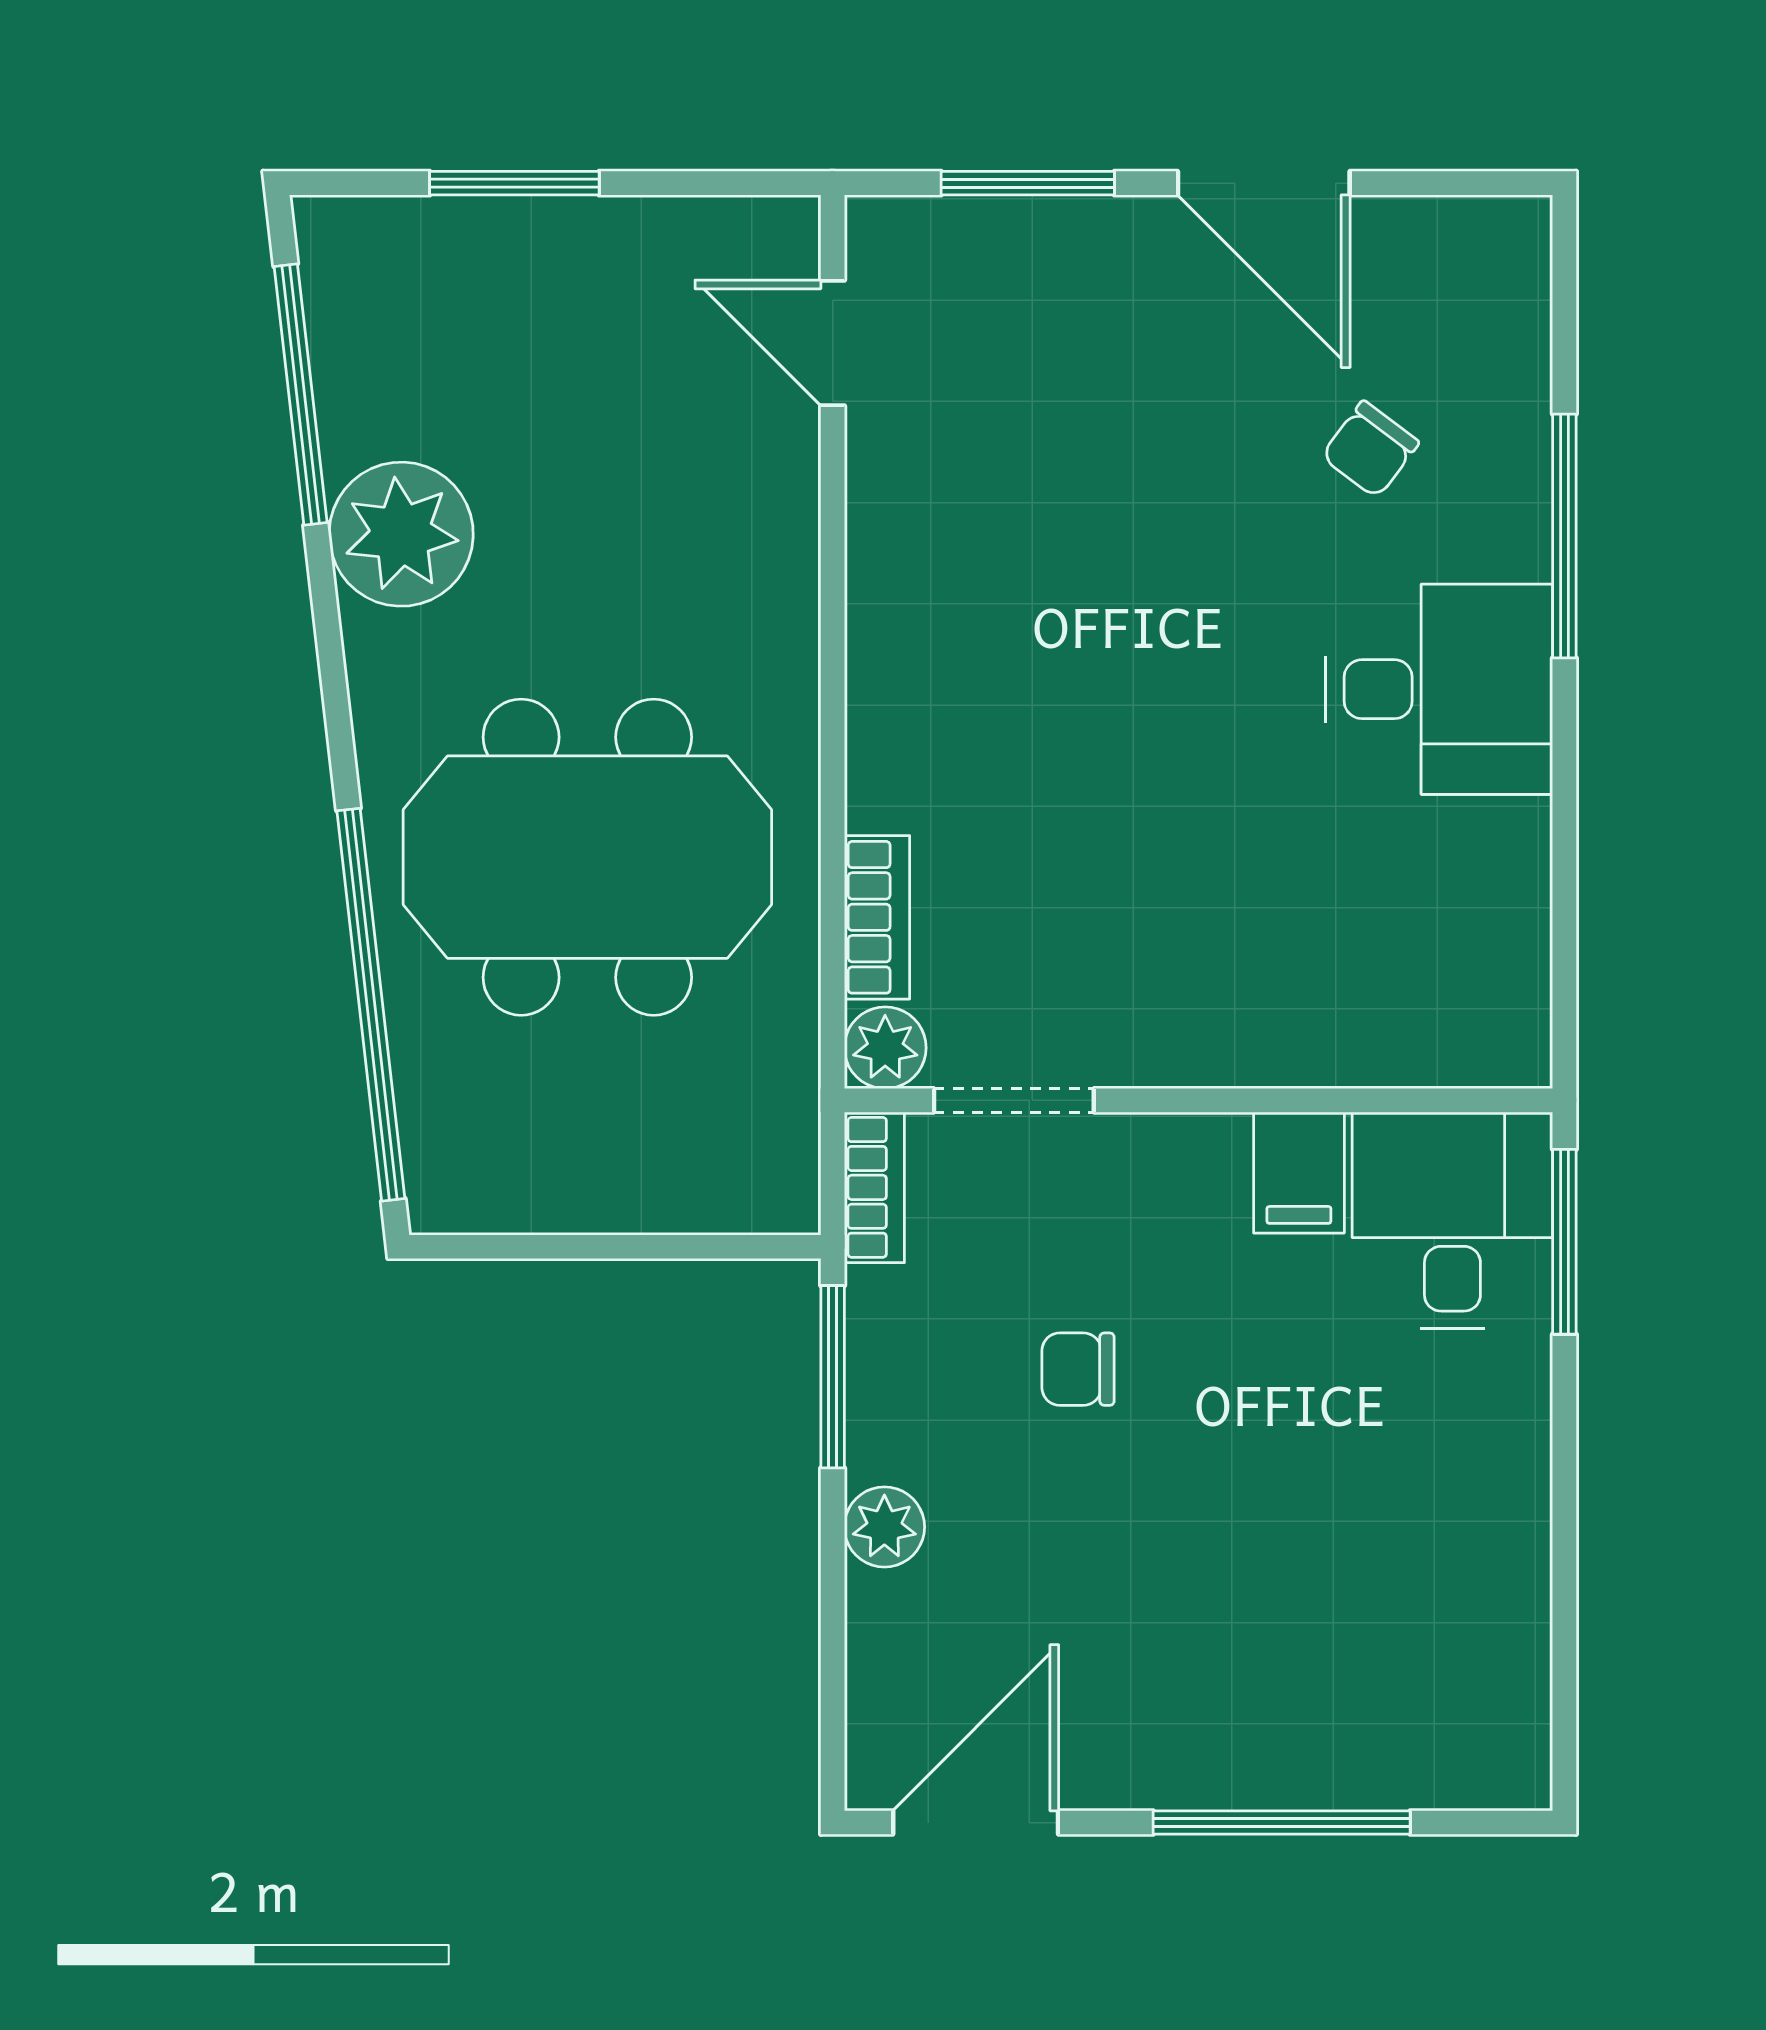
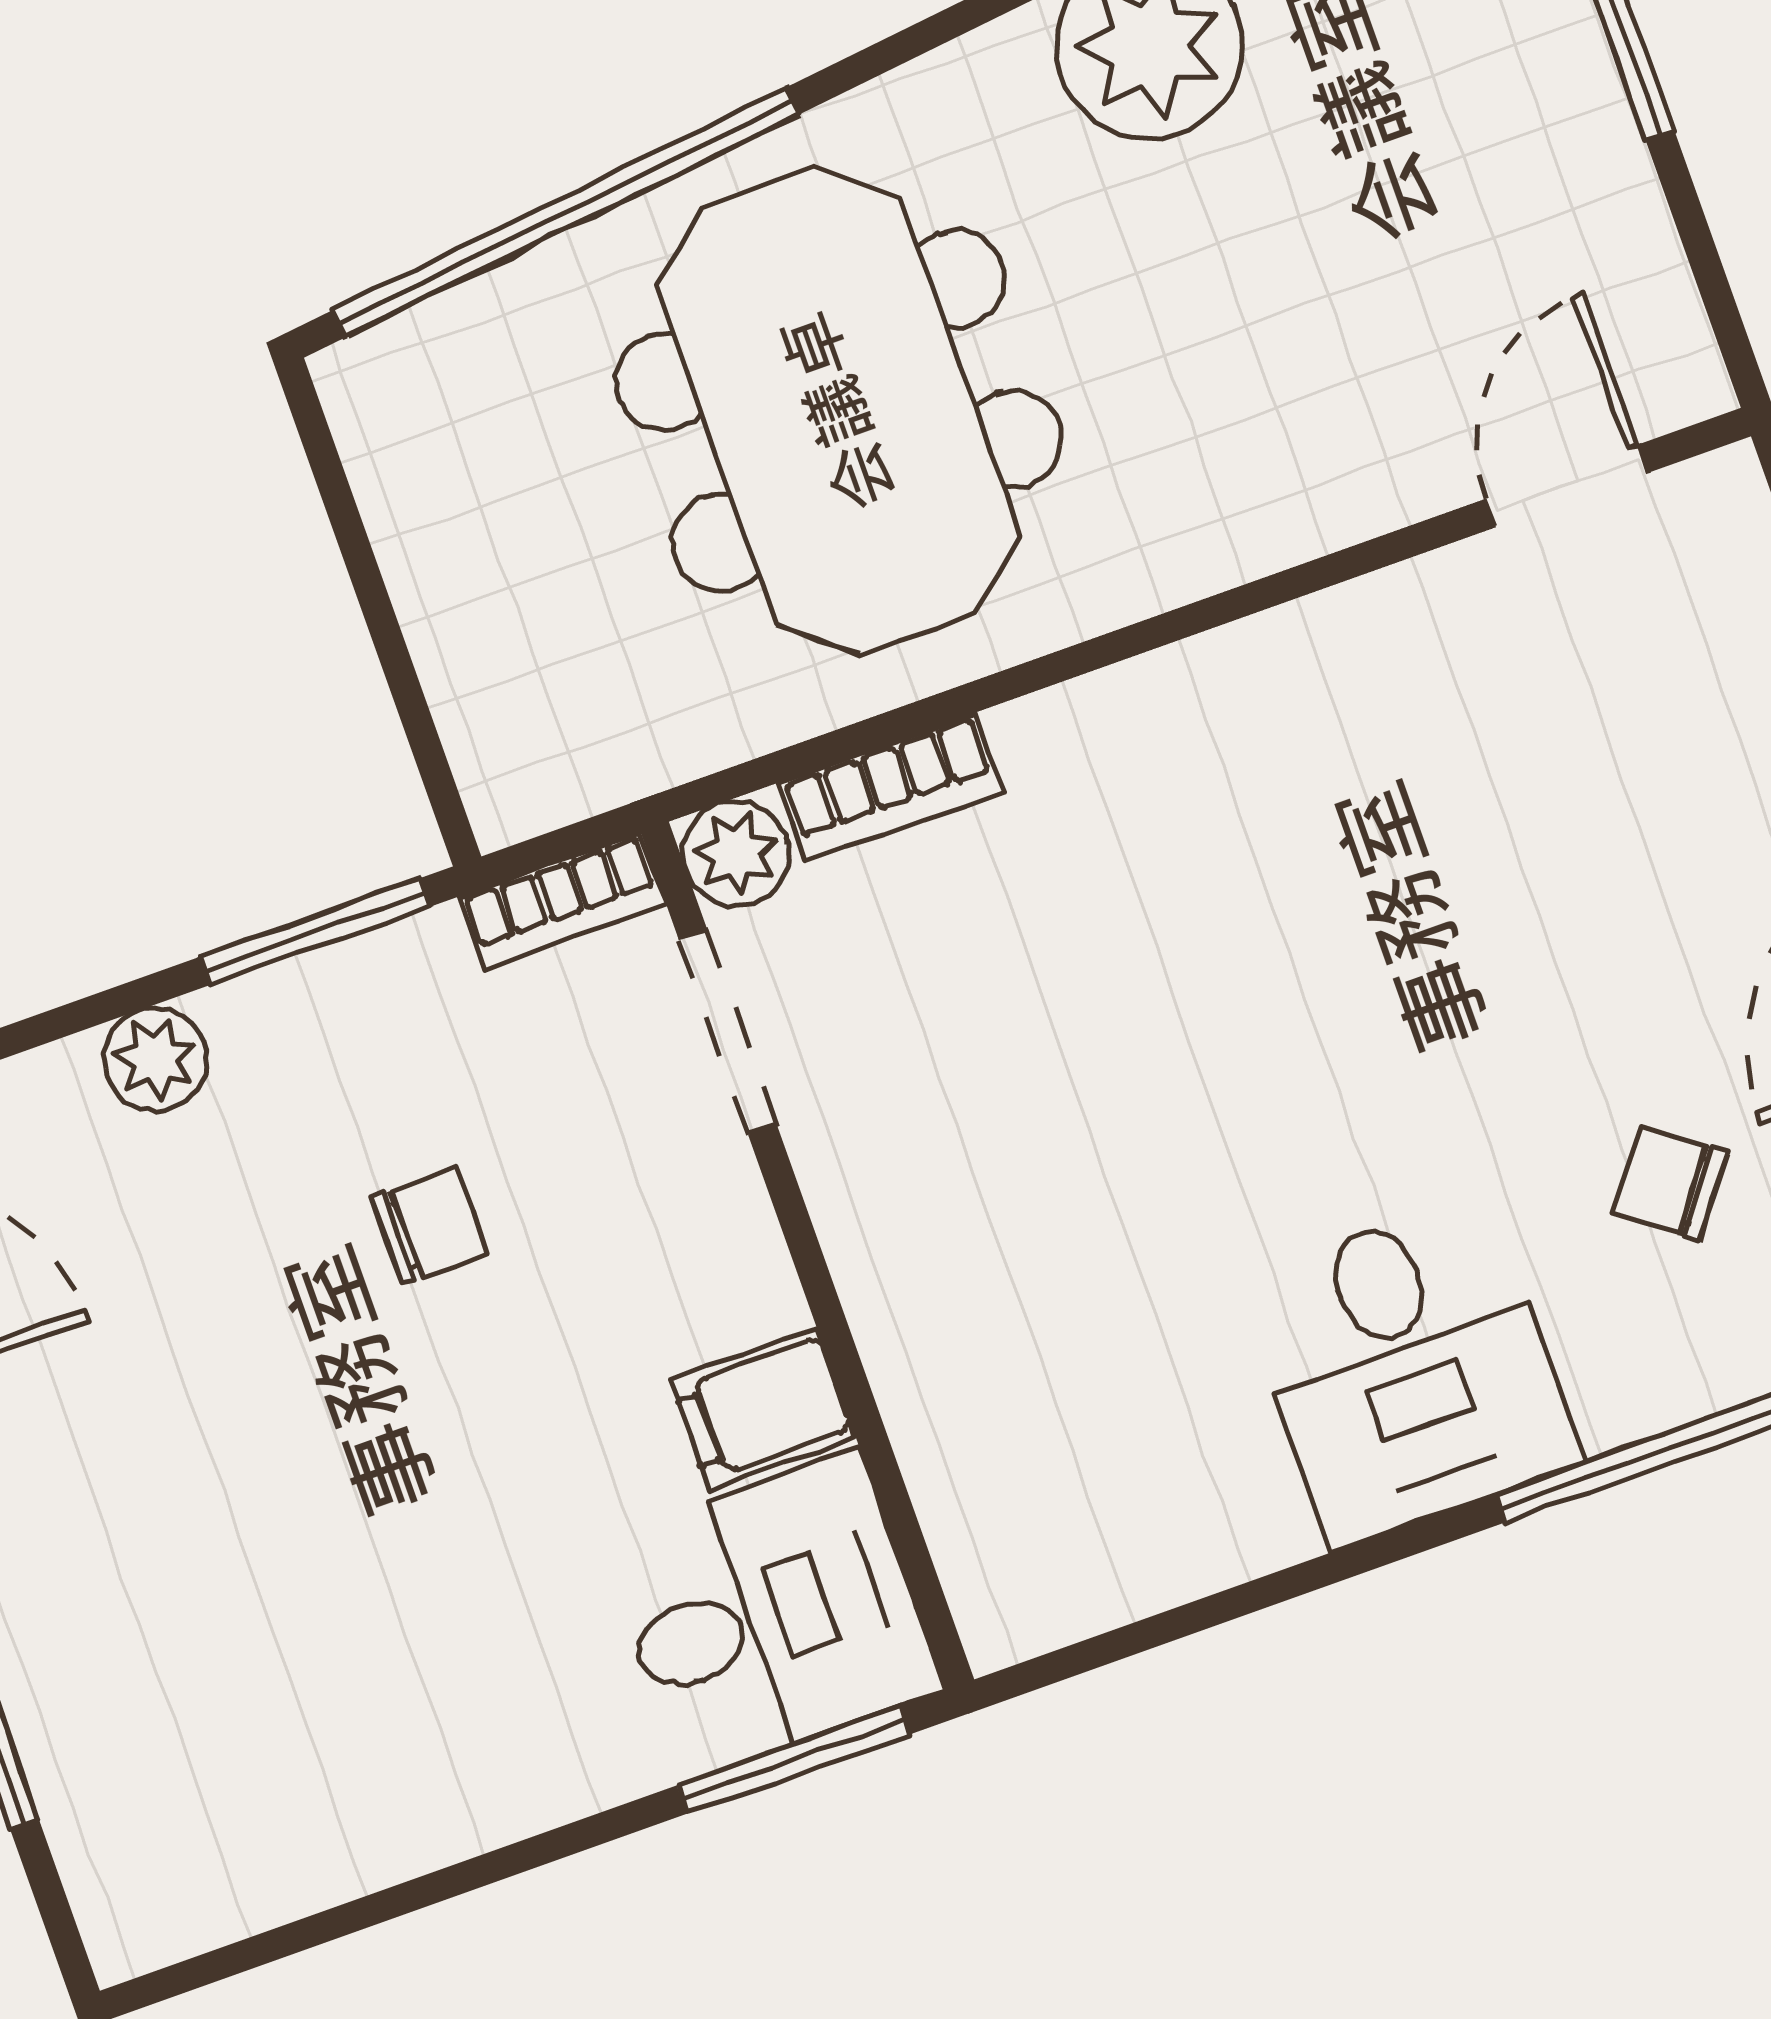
chair: (1078, 1369) -> (430, 1226), turned 90

